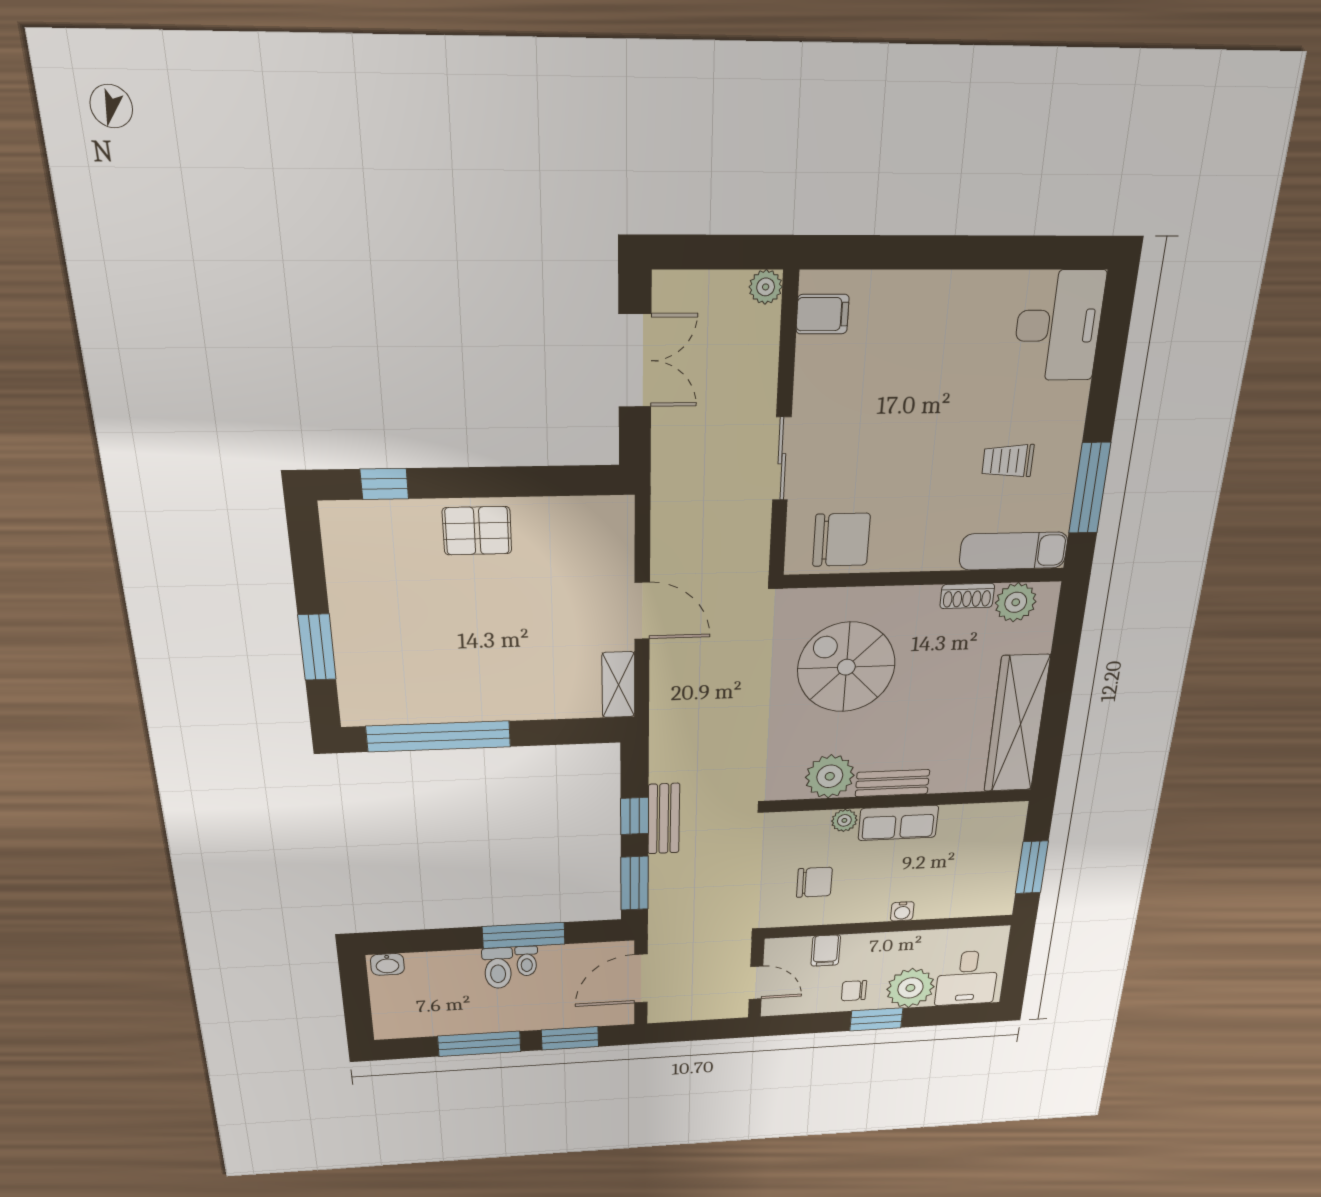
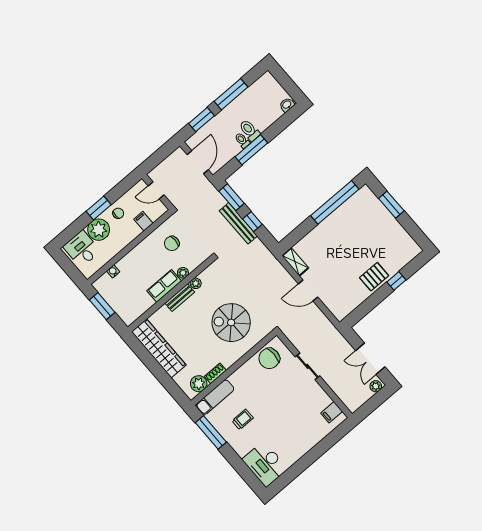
plant: (766, 287) -> (376, 386), moved
window: (384, 484) -> (396, 281), moved
spiral stairs: (846, 667) -> (231, 323), turned 180
plant: (830, 776) -> (196, 283), width x0.53, depth x0.53
bench: (664, 819) -> (238, 223), width x1.36
water cooler: (902, 911) -> (113, 271), moved

